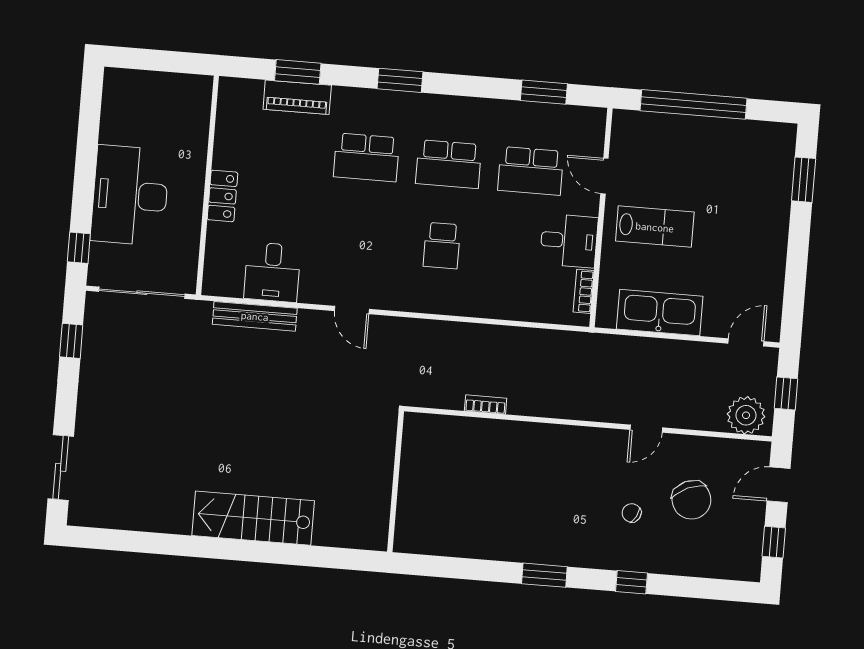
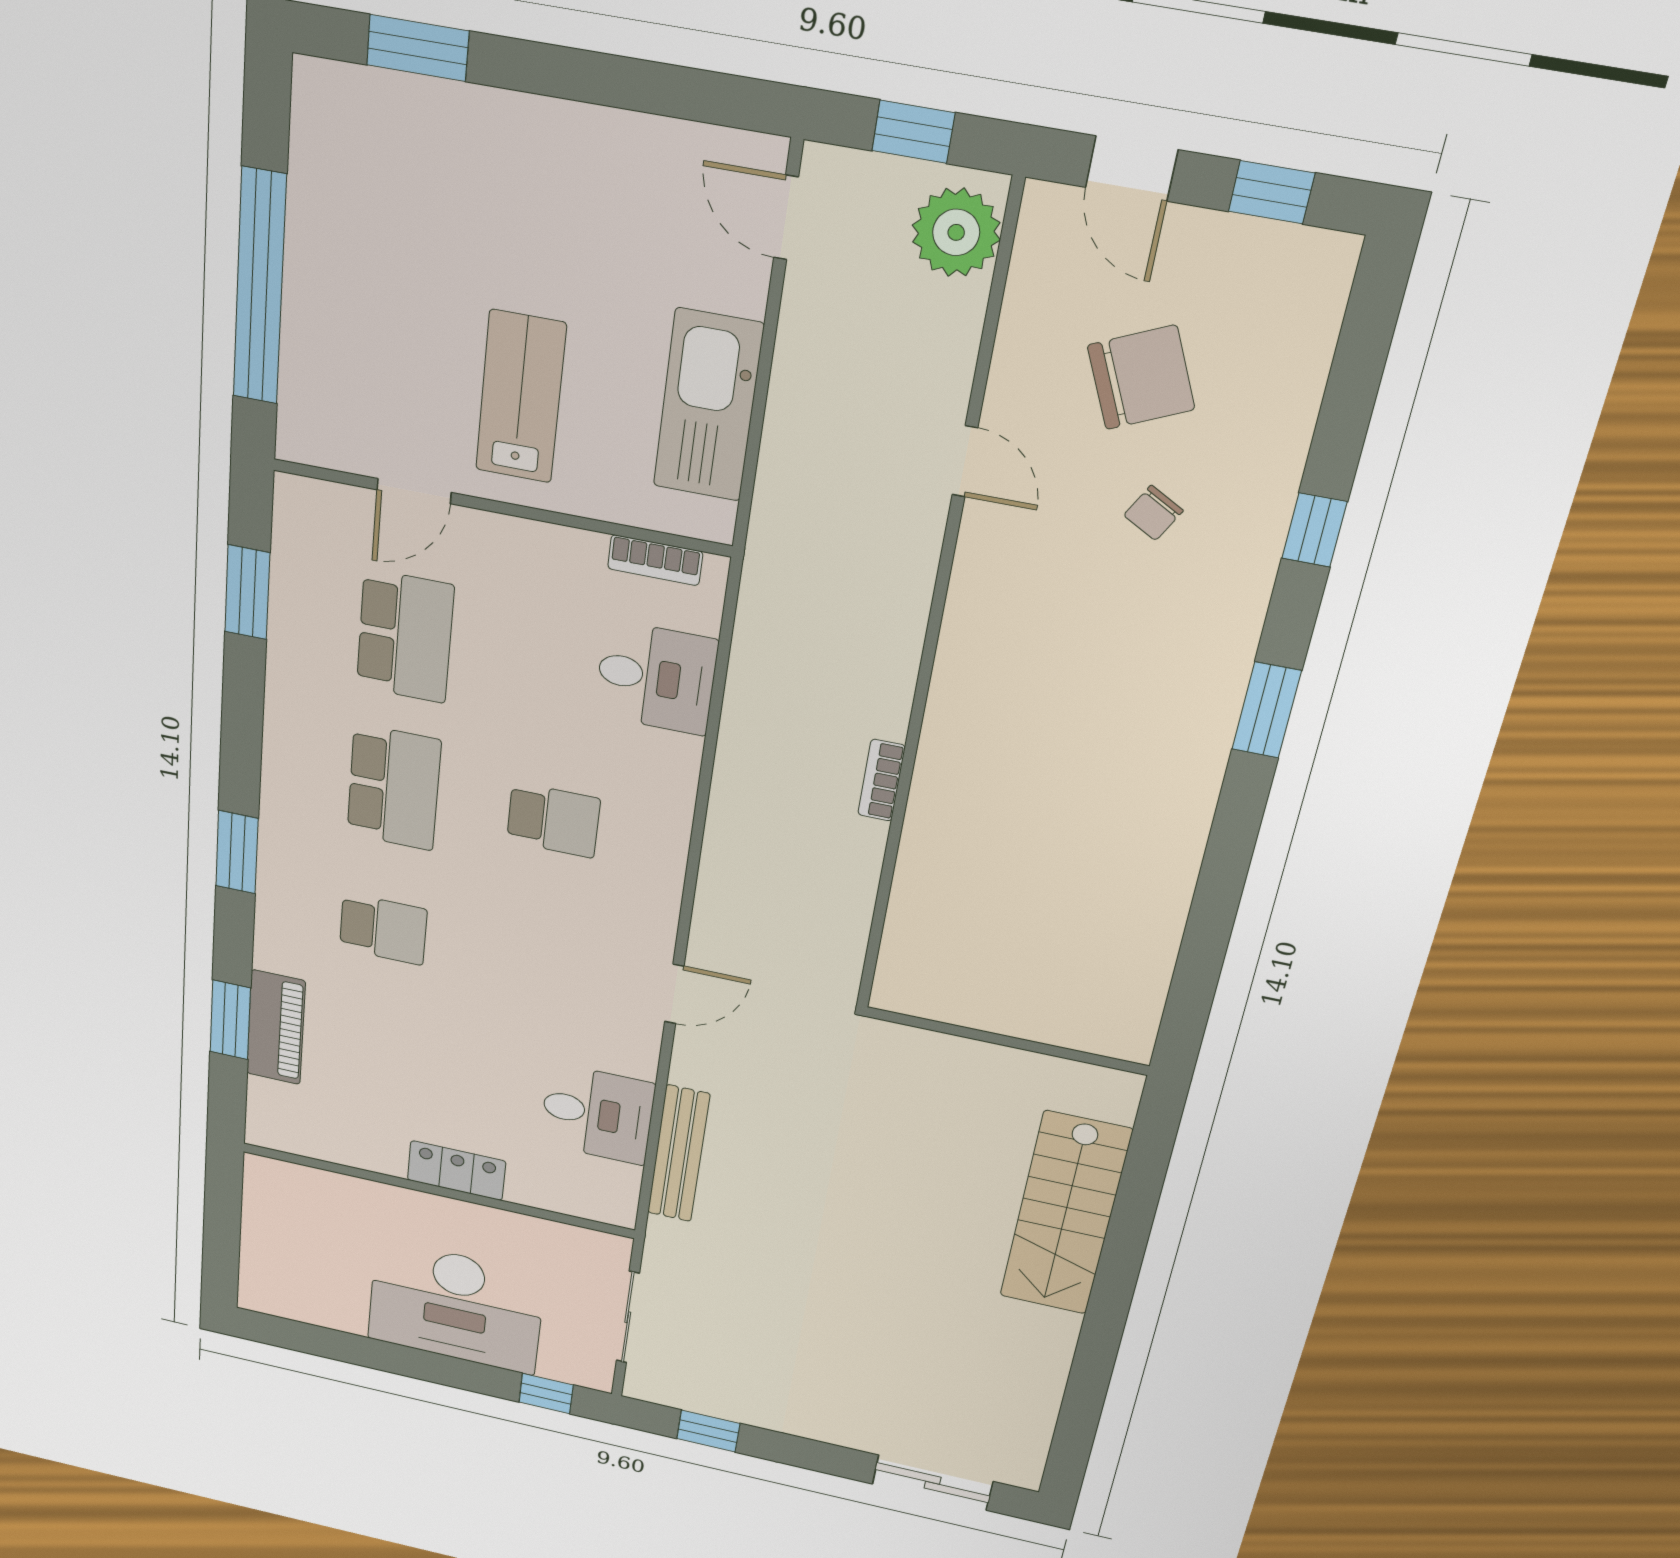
school desk: (366, 157) -> (383, 929), width x0.54
desk: (569, 241) -> (656, 678), moved, turned 90
sliding door: (142, 293) -> (628, 1317), width x0.73
wall: (396, 482) -> (1007, 1041), moved

